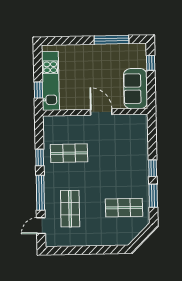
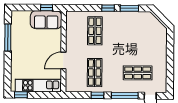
window: (151, 63) -> (47, 8), moved
window: (38, 90) -> (21, 95), moved
door: (101, 112) -> (63, 61), moved
shop shelf: (124, 208) -> (95, 31), moved

